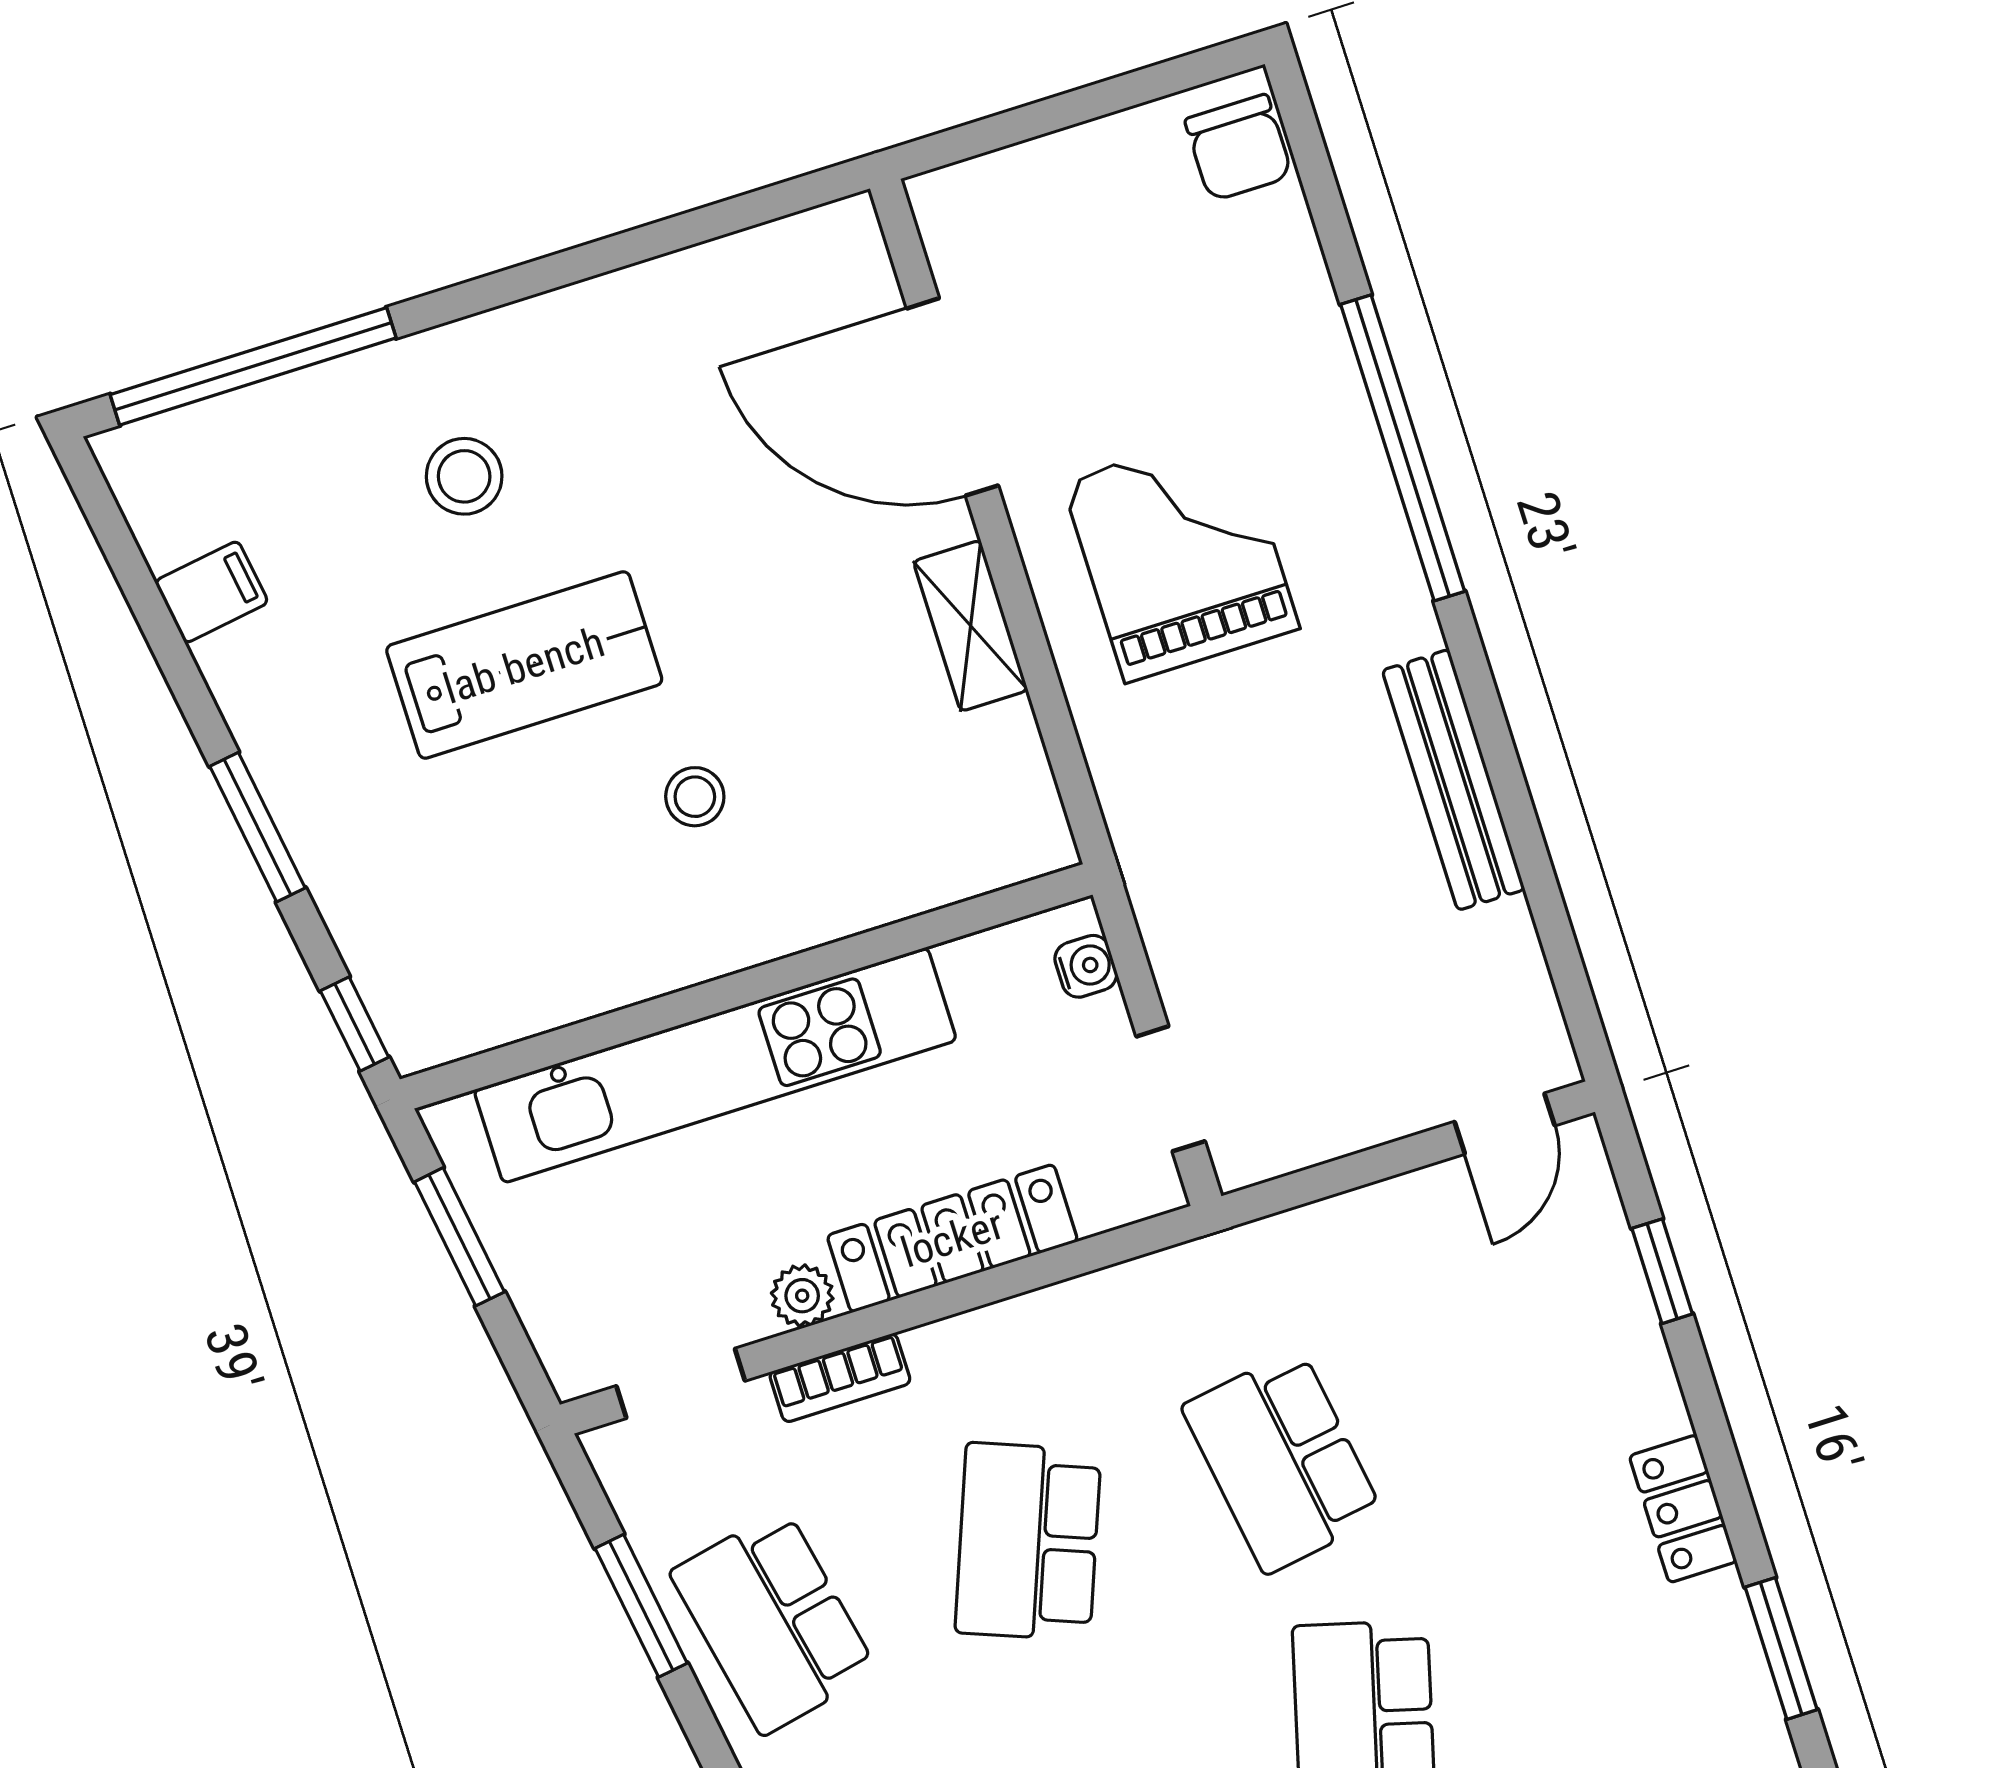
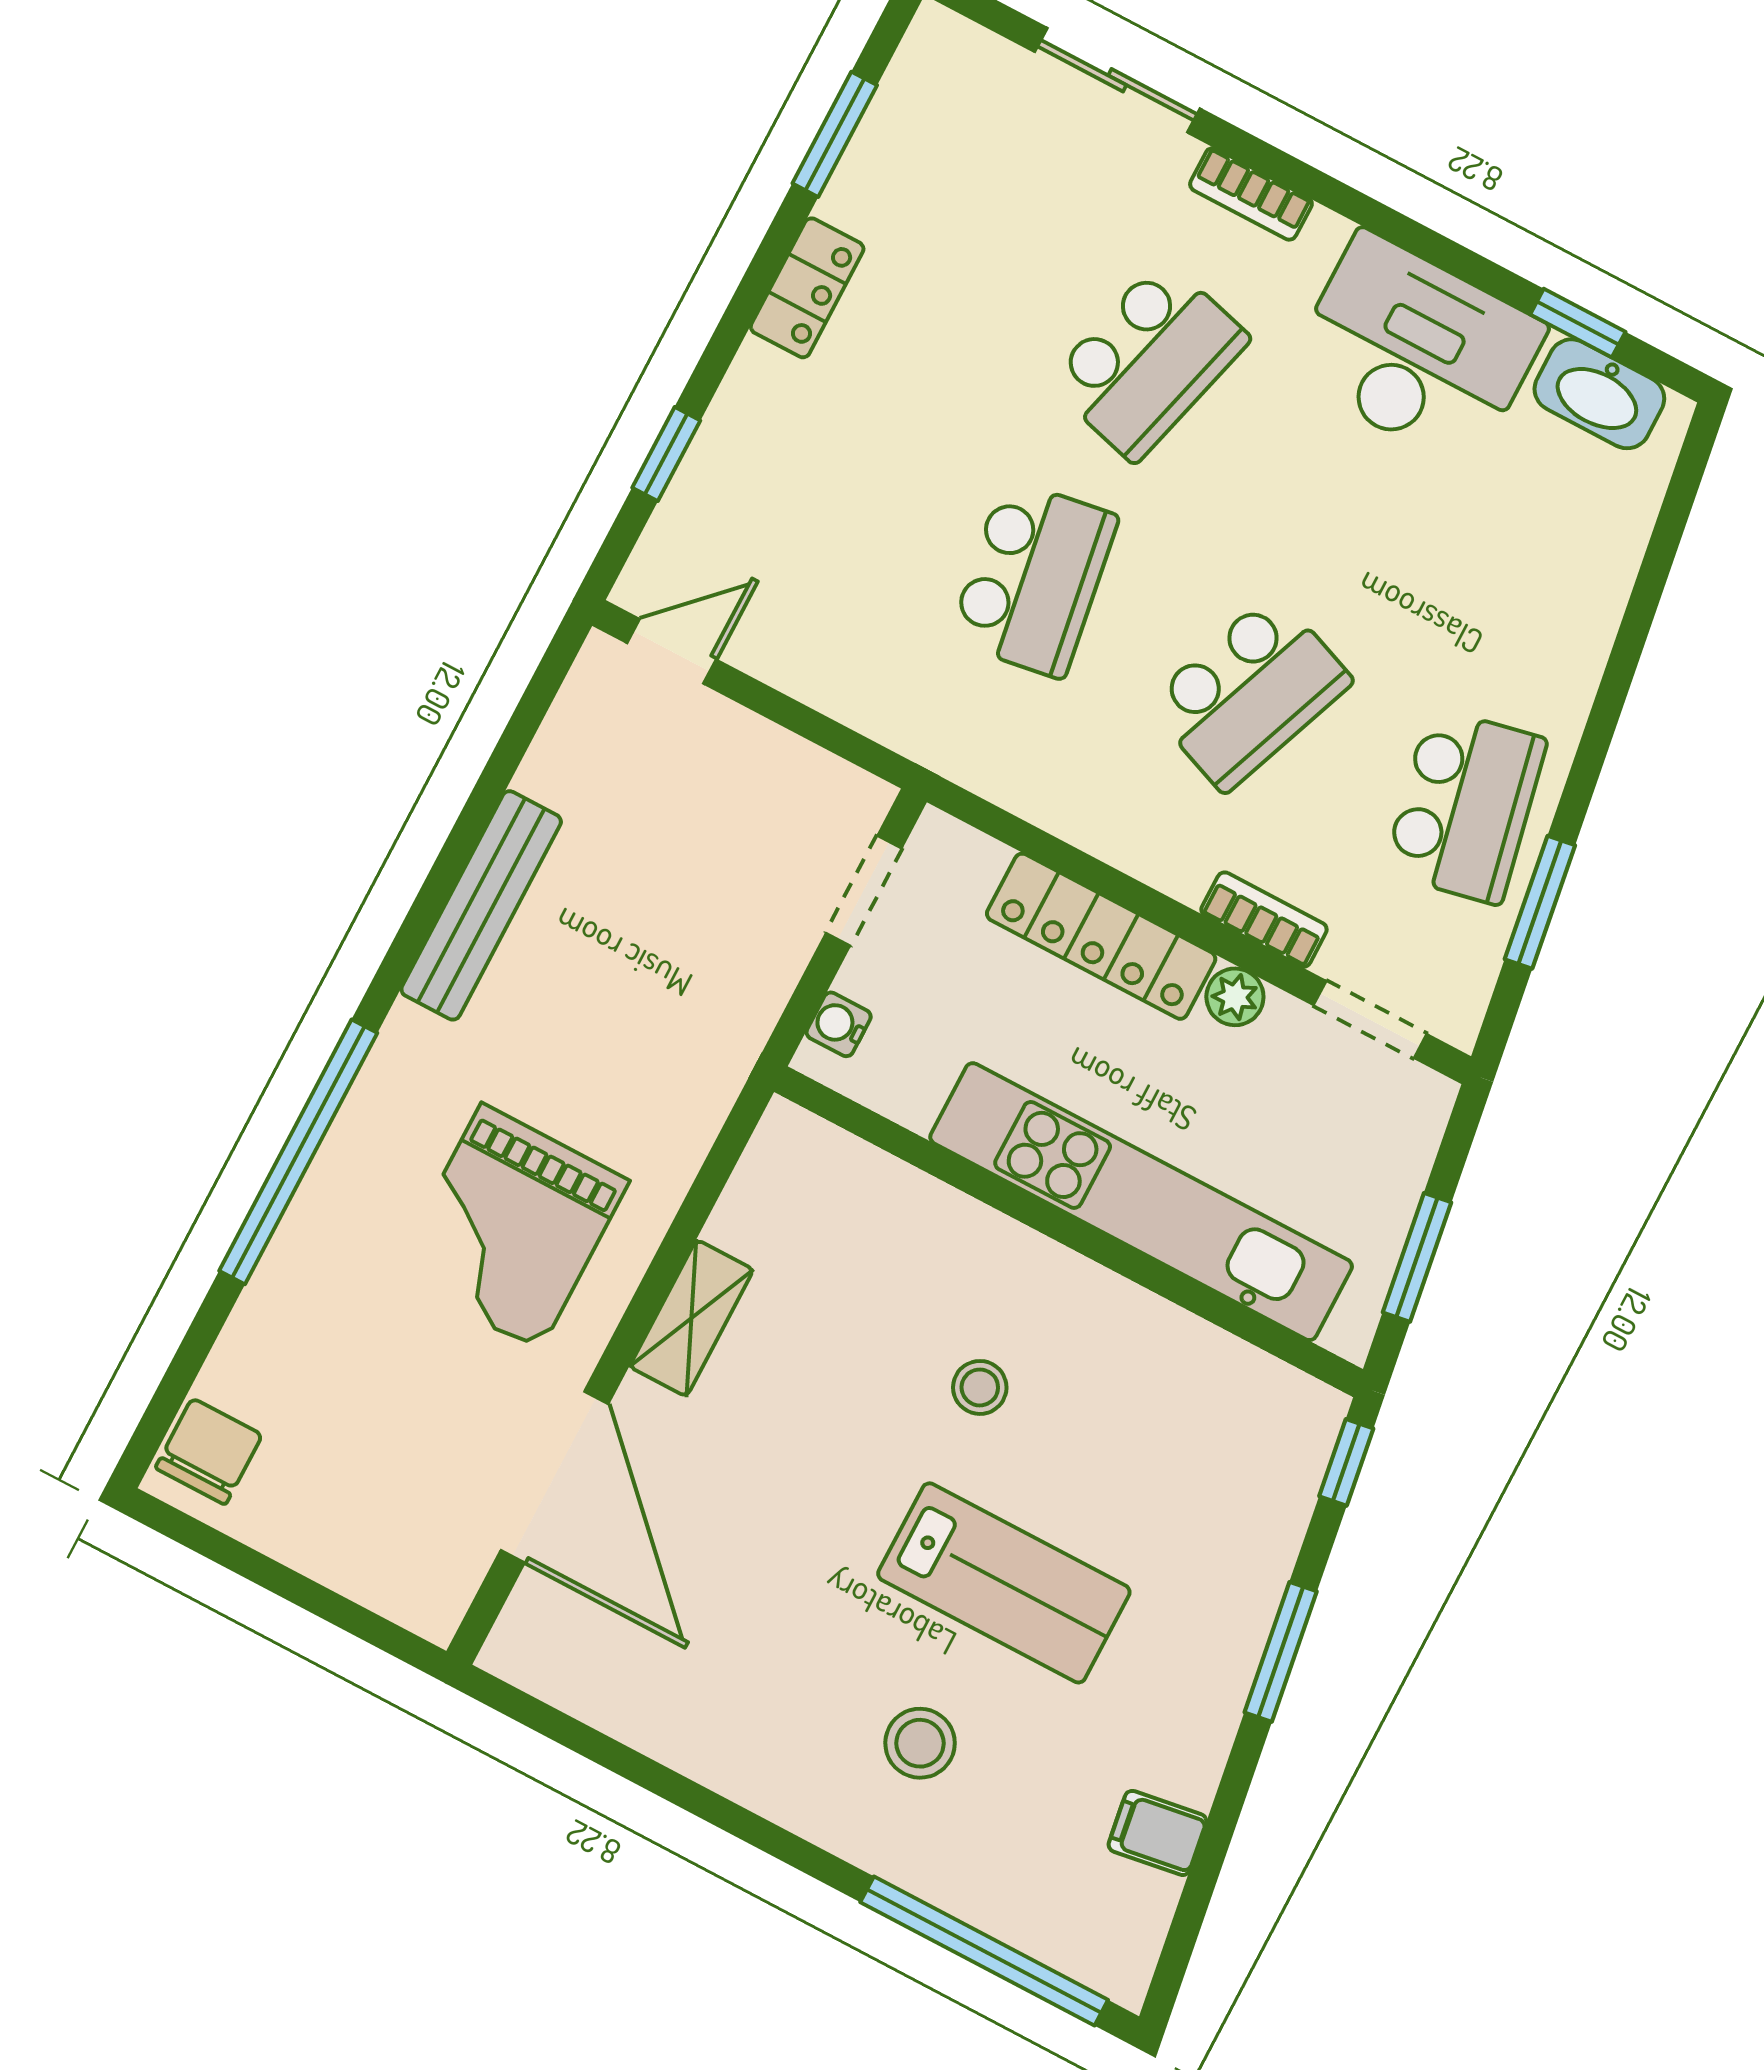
lab bench: (524, 665) -> (1004, 1583), turned 180

